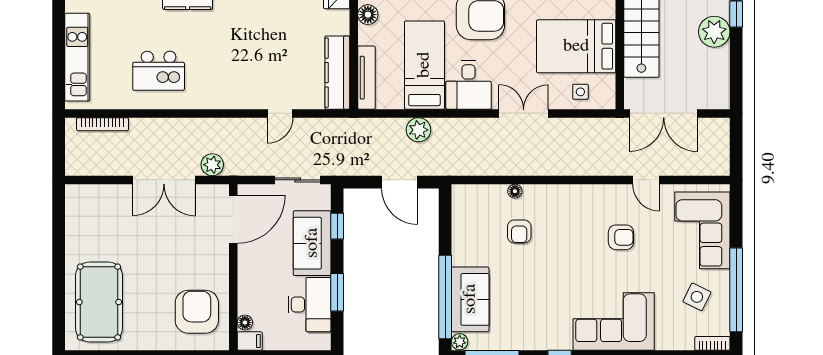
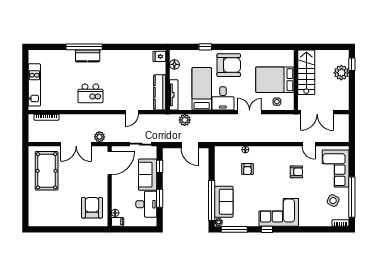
kitchen island: (159, 71) -> (90, 93), moved
plant: (418, 130) -> (185, 120), moved
pool table: (99, 302) -> (47, 171), moved
corner sofa: (614, 321) -> (279, 212), moved

